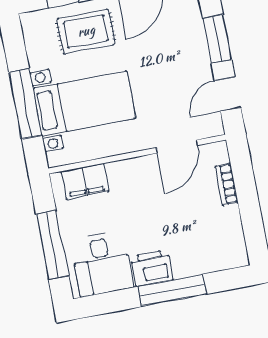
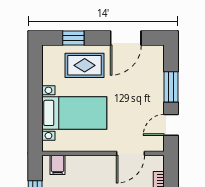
window: (25, 104) -> (35, 106), removed
filing cabinet: (85, 181) -> (58, 165), width x0.50

